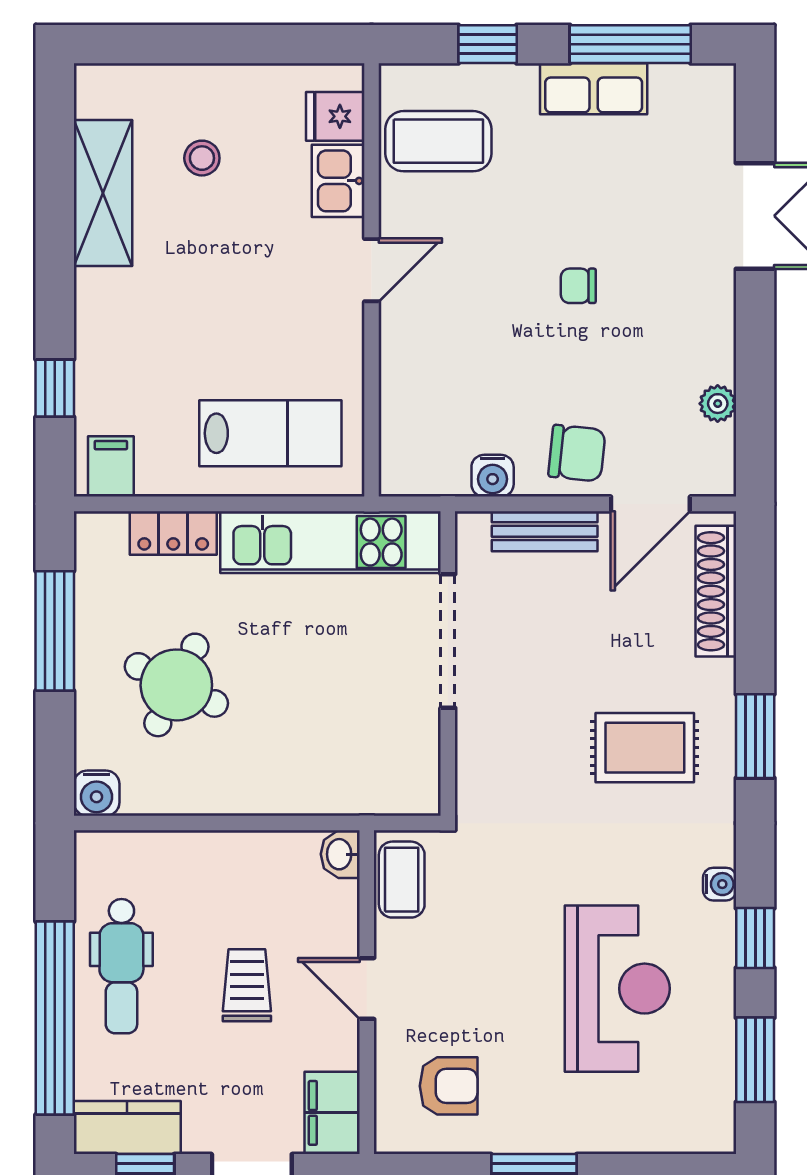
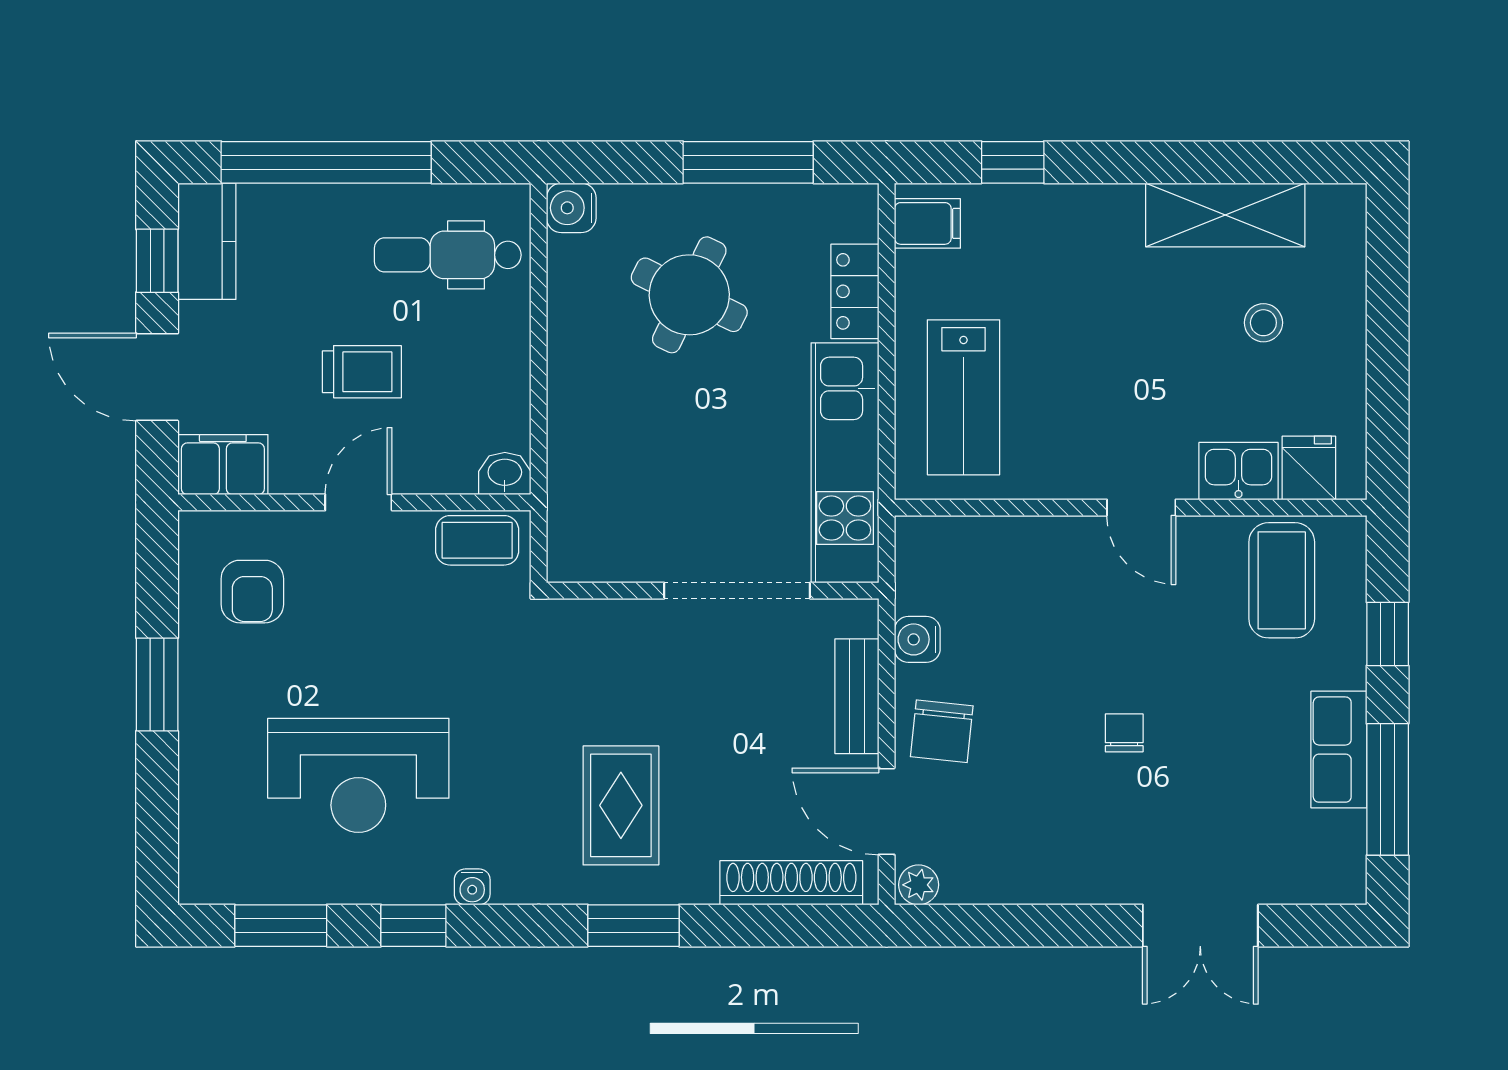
plant: (718, 404) -> (919, 885), moved
dental chair: (121, 966) -> (448, 255), moved

